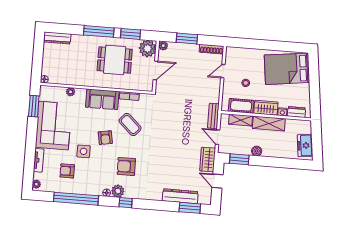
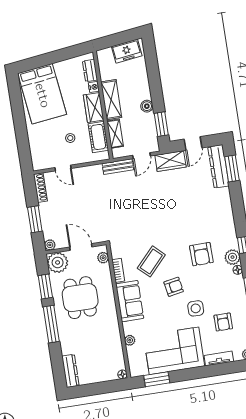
plant: (143, 86) -> (103, 258), added
dresser: (180, 196) -> (218, 166), moved

